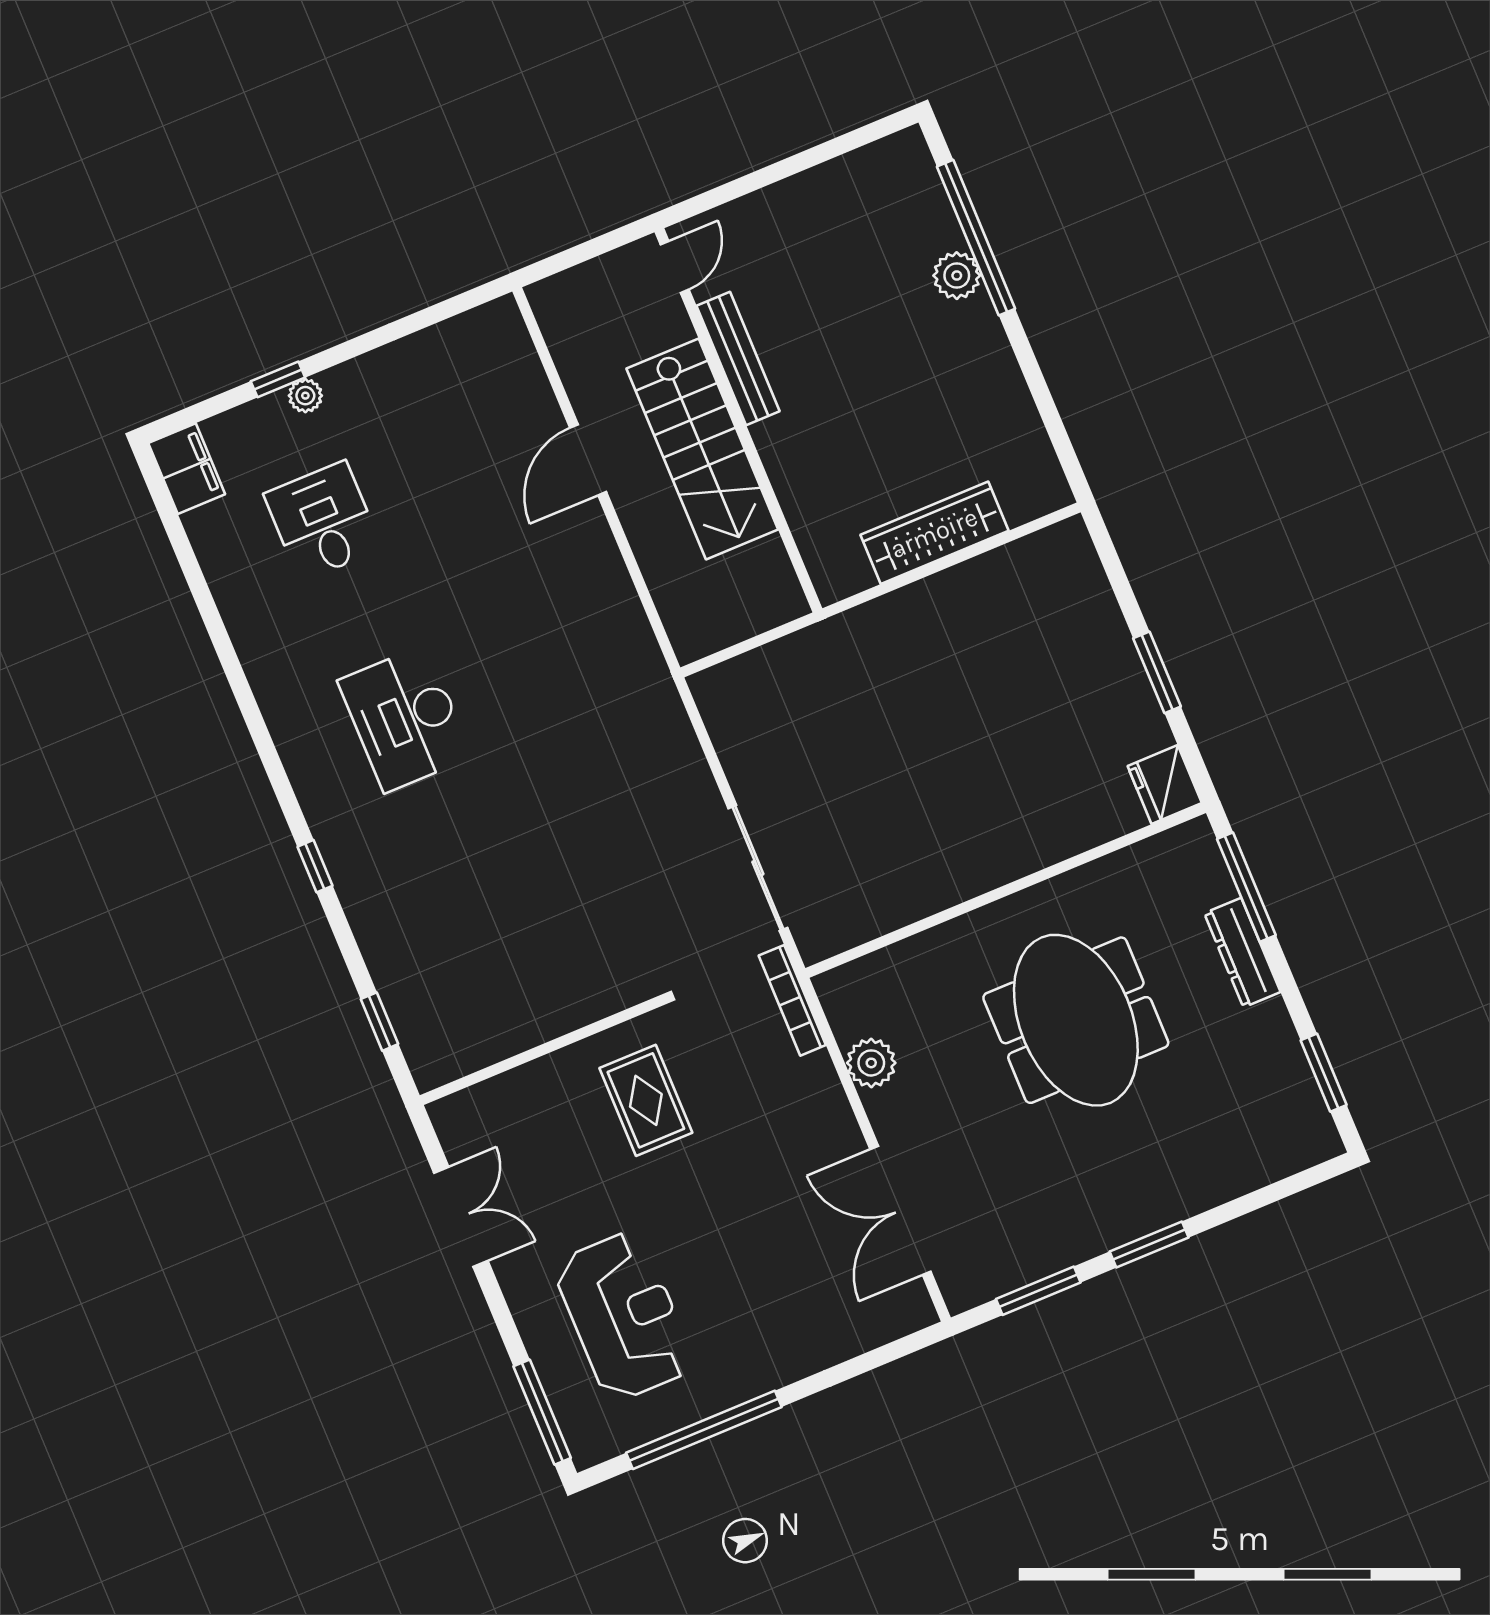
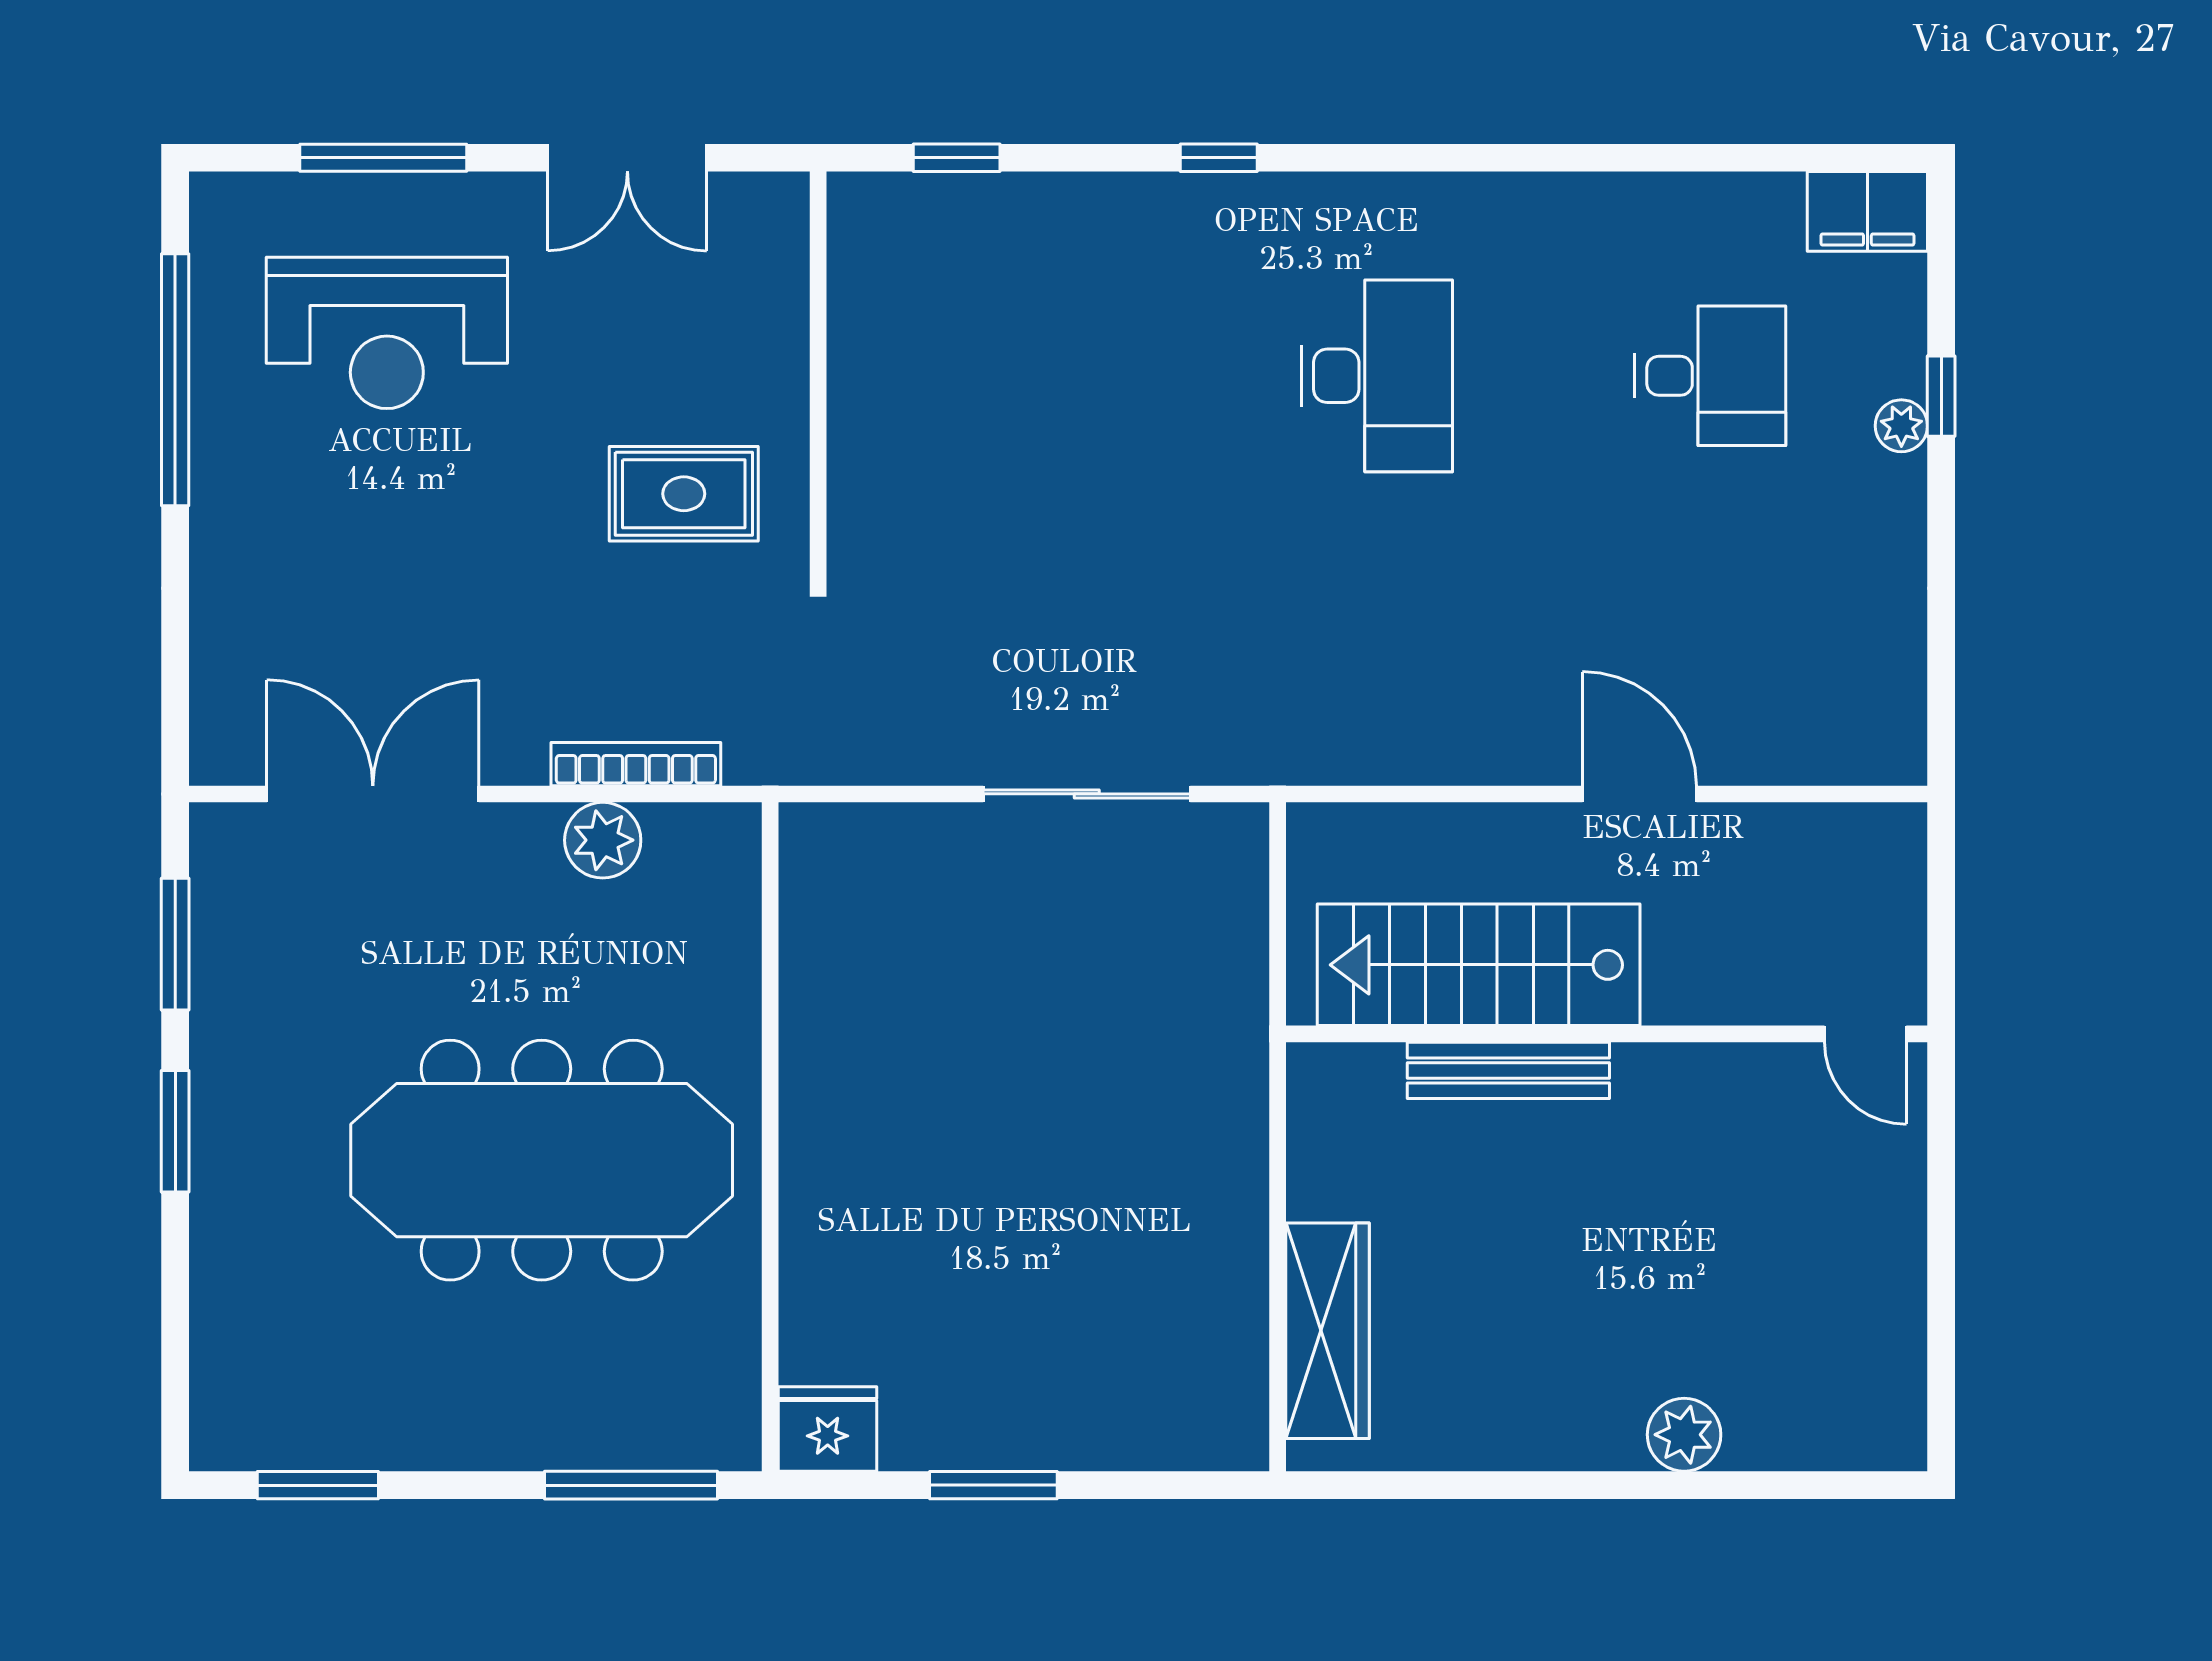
window: (976, 238) -> (1727, 1485), removed
bench: (738, 359) -> (1508, 1070), moved
stairs: (702, 449) -> (1479, 965), moved
wardrobe: (934, 533) -> (1327, 1331), moved
desk: (405, 719) -> (1377, 376), turned 90
sliding door: (758, 868) -> (1087, 794), moved
dresser: (1242, 953) -> (539, 1440), removed
bookcase: (792, 1000) -> (636, 764), moved
meeting table: (1076, 1020) -> (542, 1160), width x1.36
window: (542, 1412) -> (383, 158), moved

